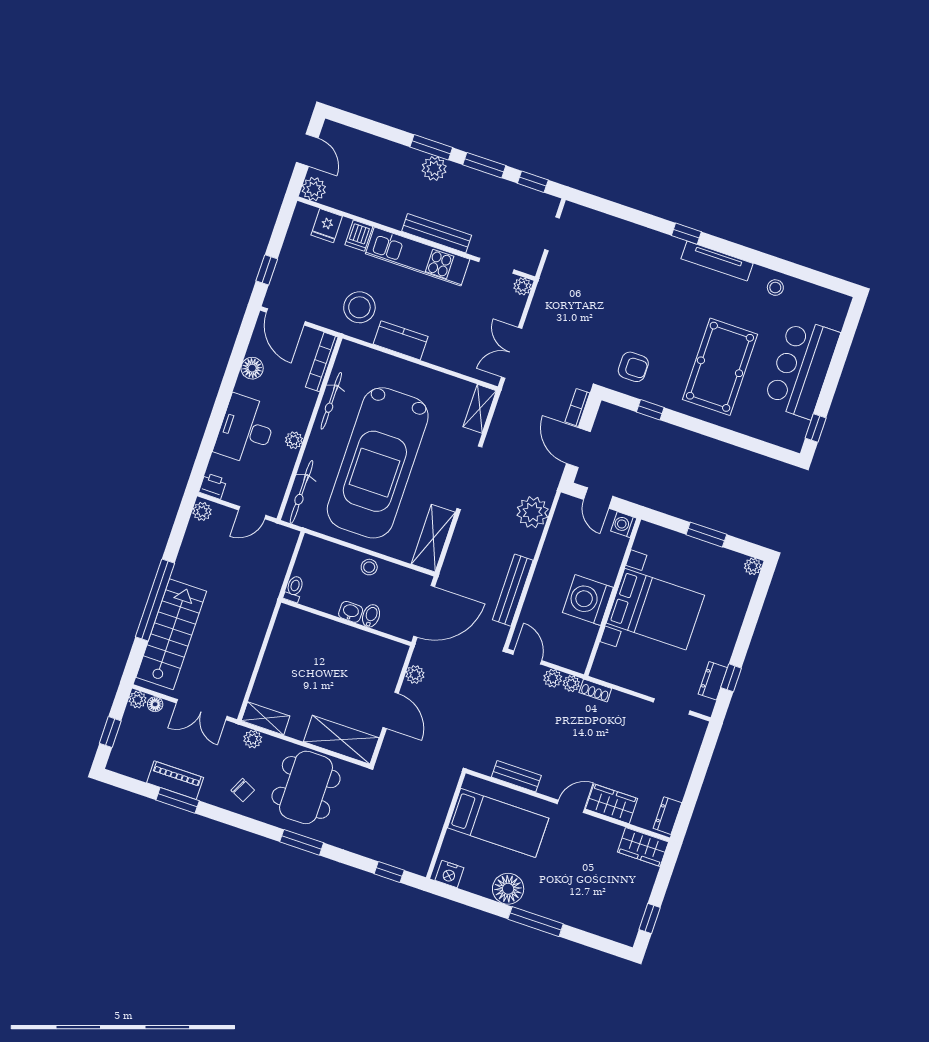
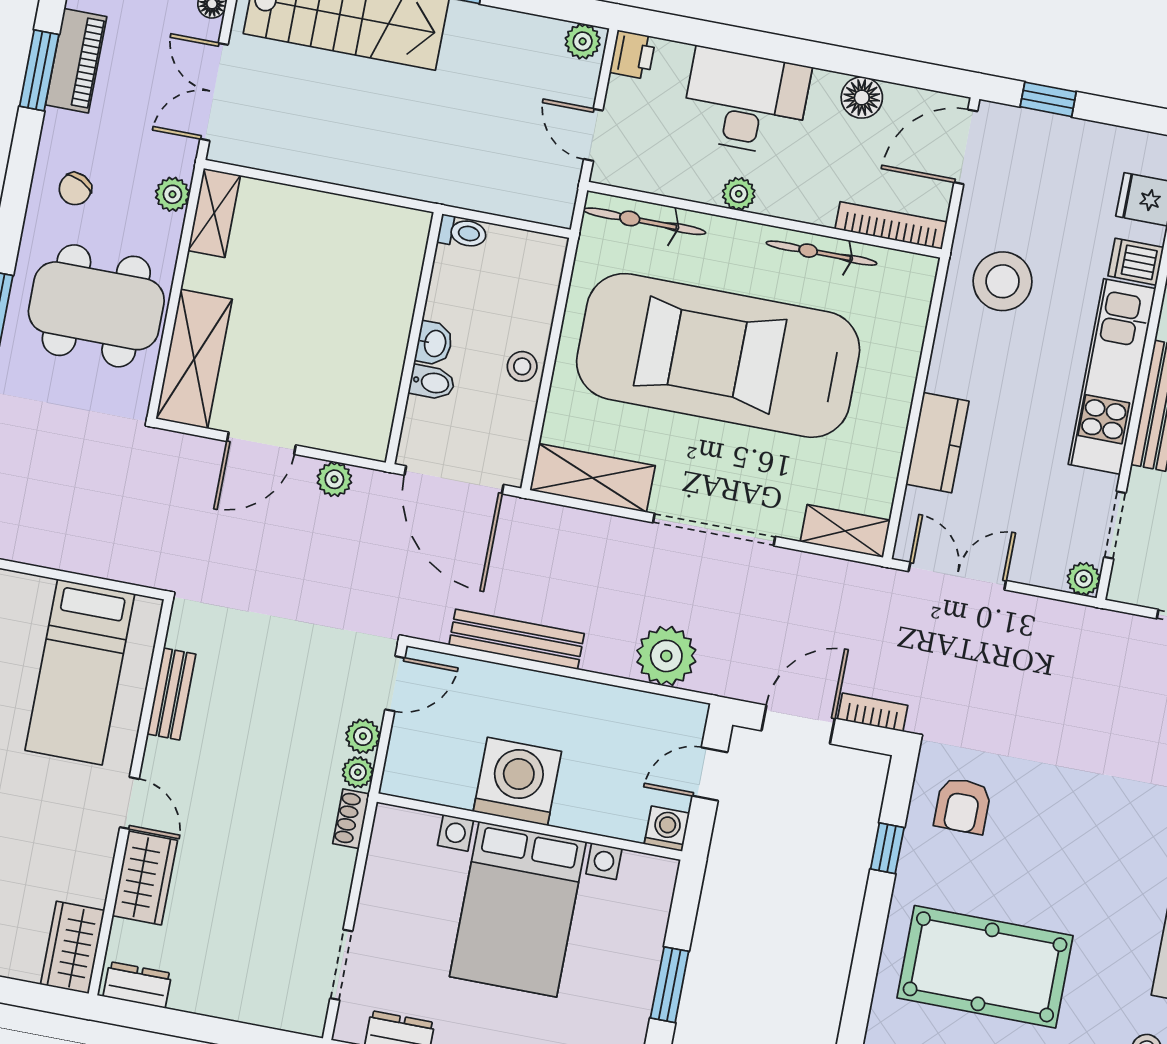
kitchen counter: (401, 340) -> (937, 443), moved

